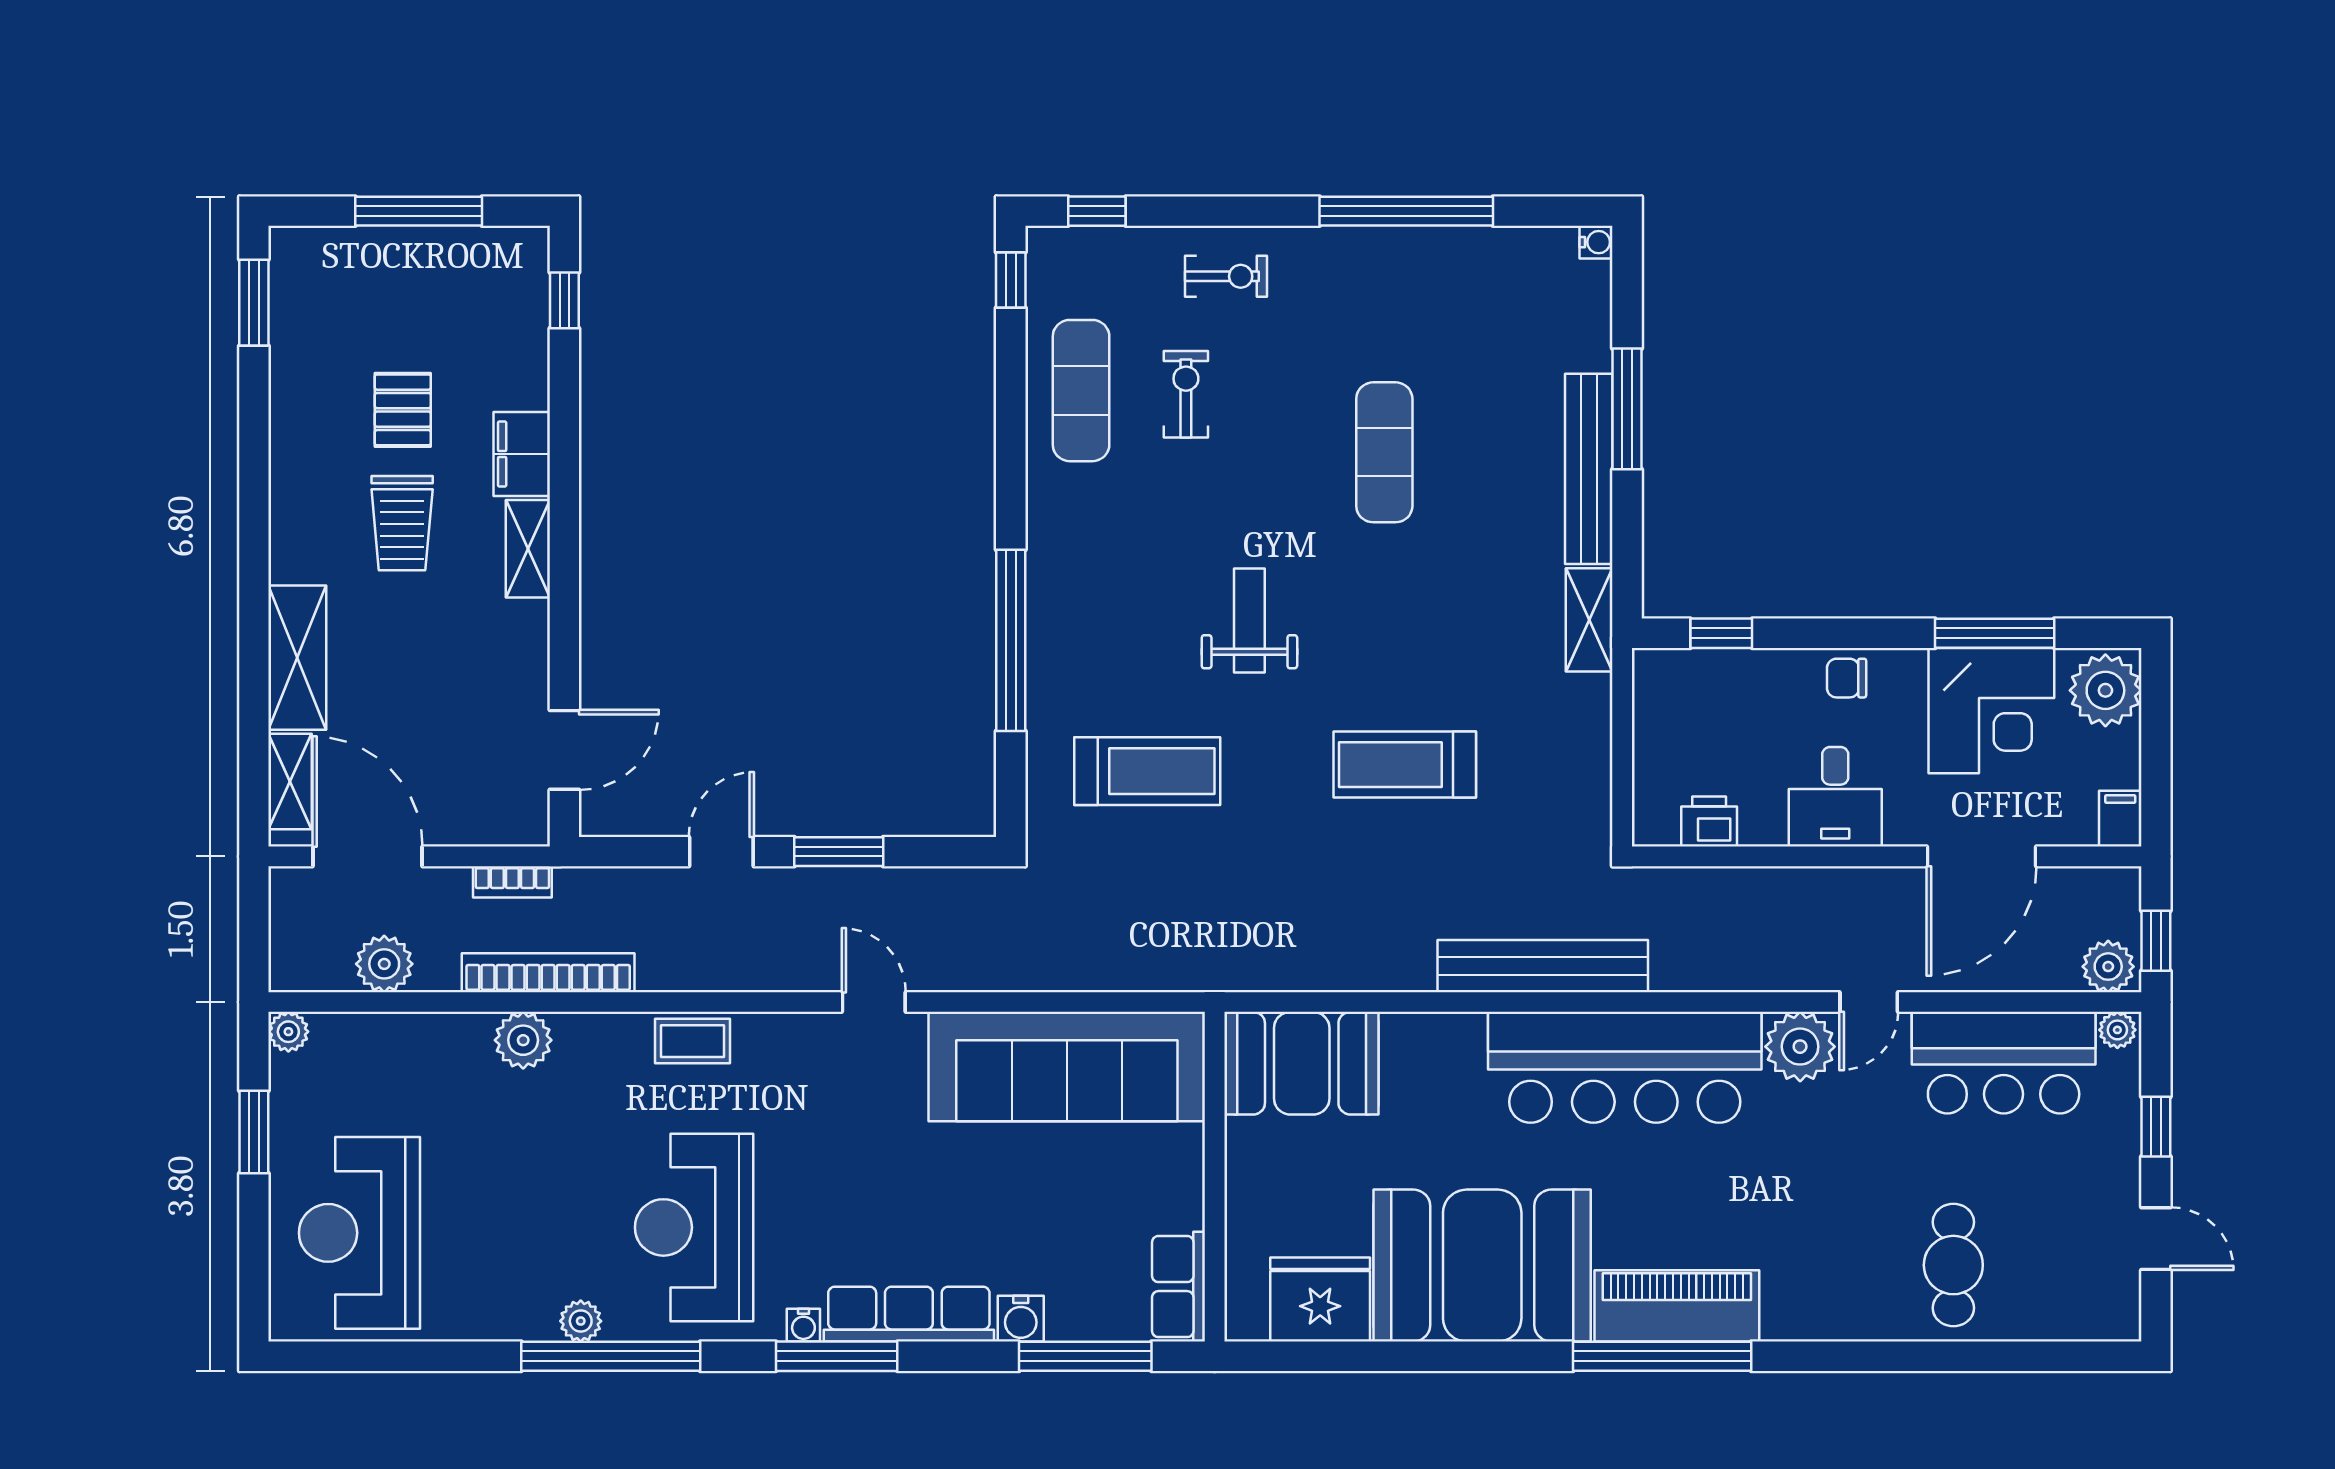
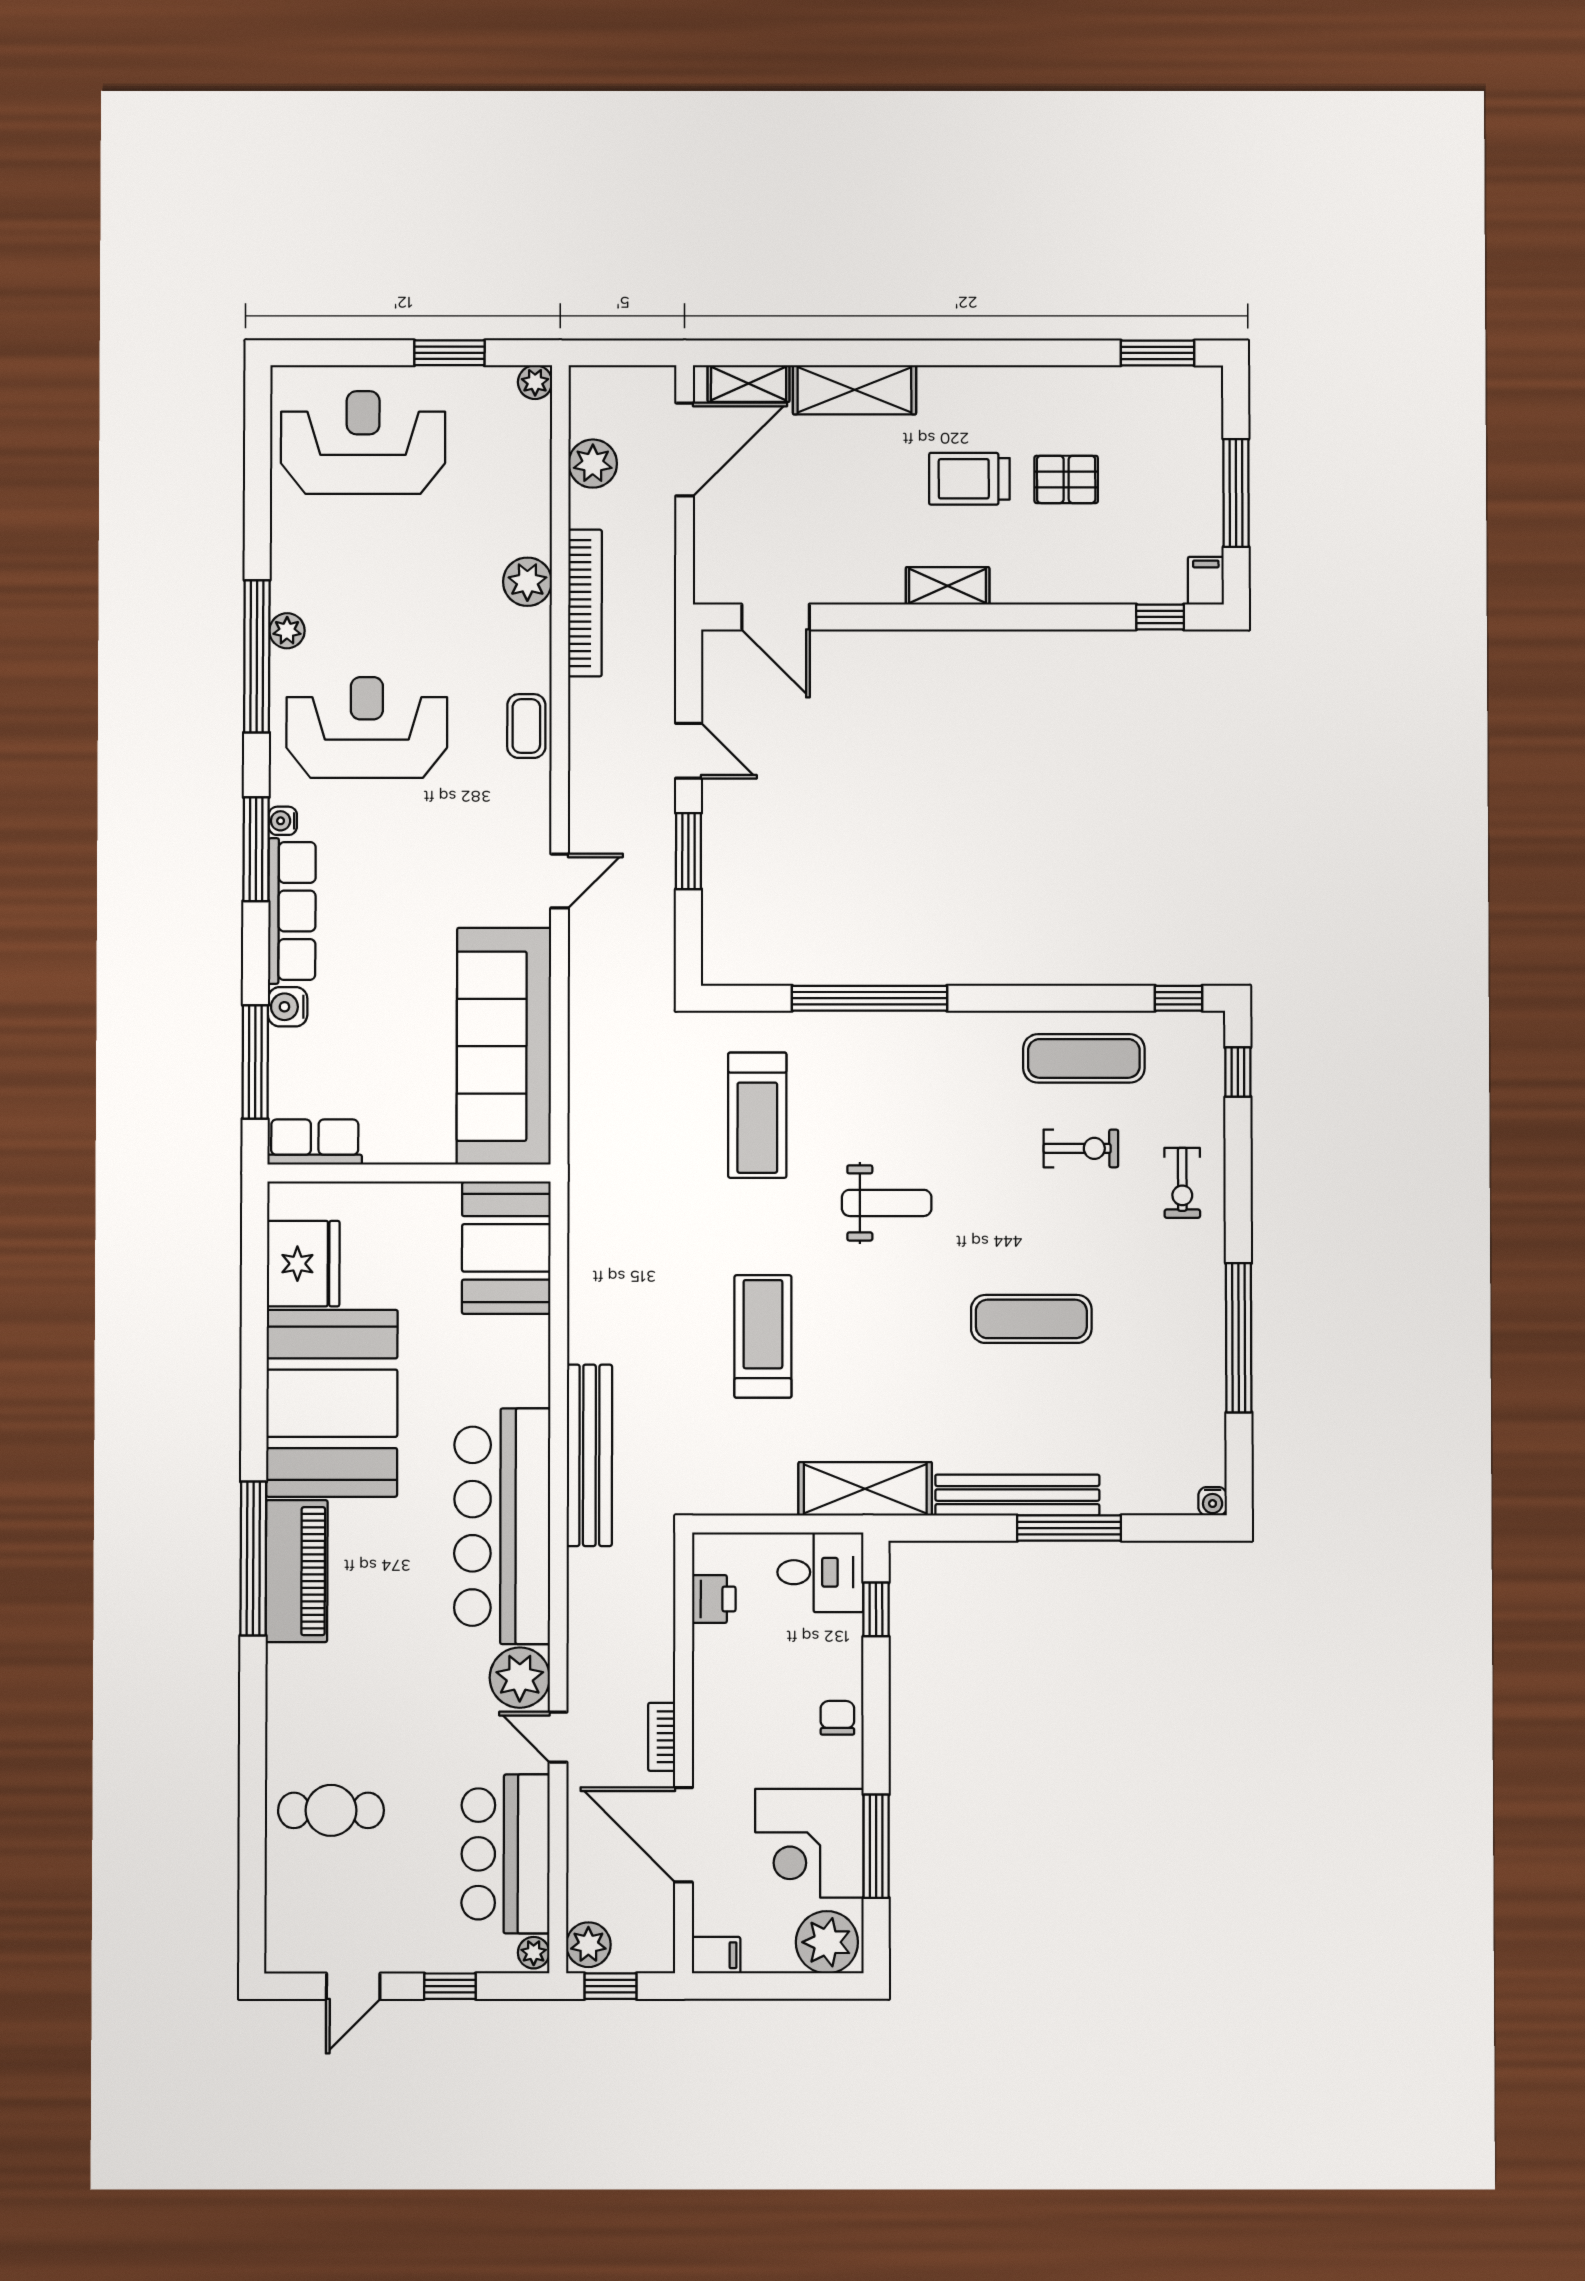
filing cabinet: (522, 454) -> (1206, 581), moved, width x0.50
shelving: (1589, 620) -> (865, 1489), width x1.50, depth x1.33
desk: (1835, 797) -> (820, 1572), moved, turned 180
bookcase: (512, 882) -> (662, 1737), moved

